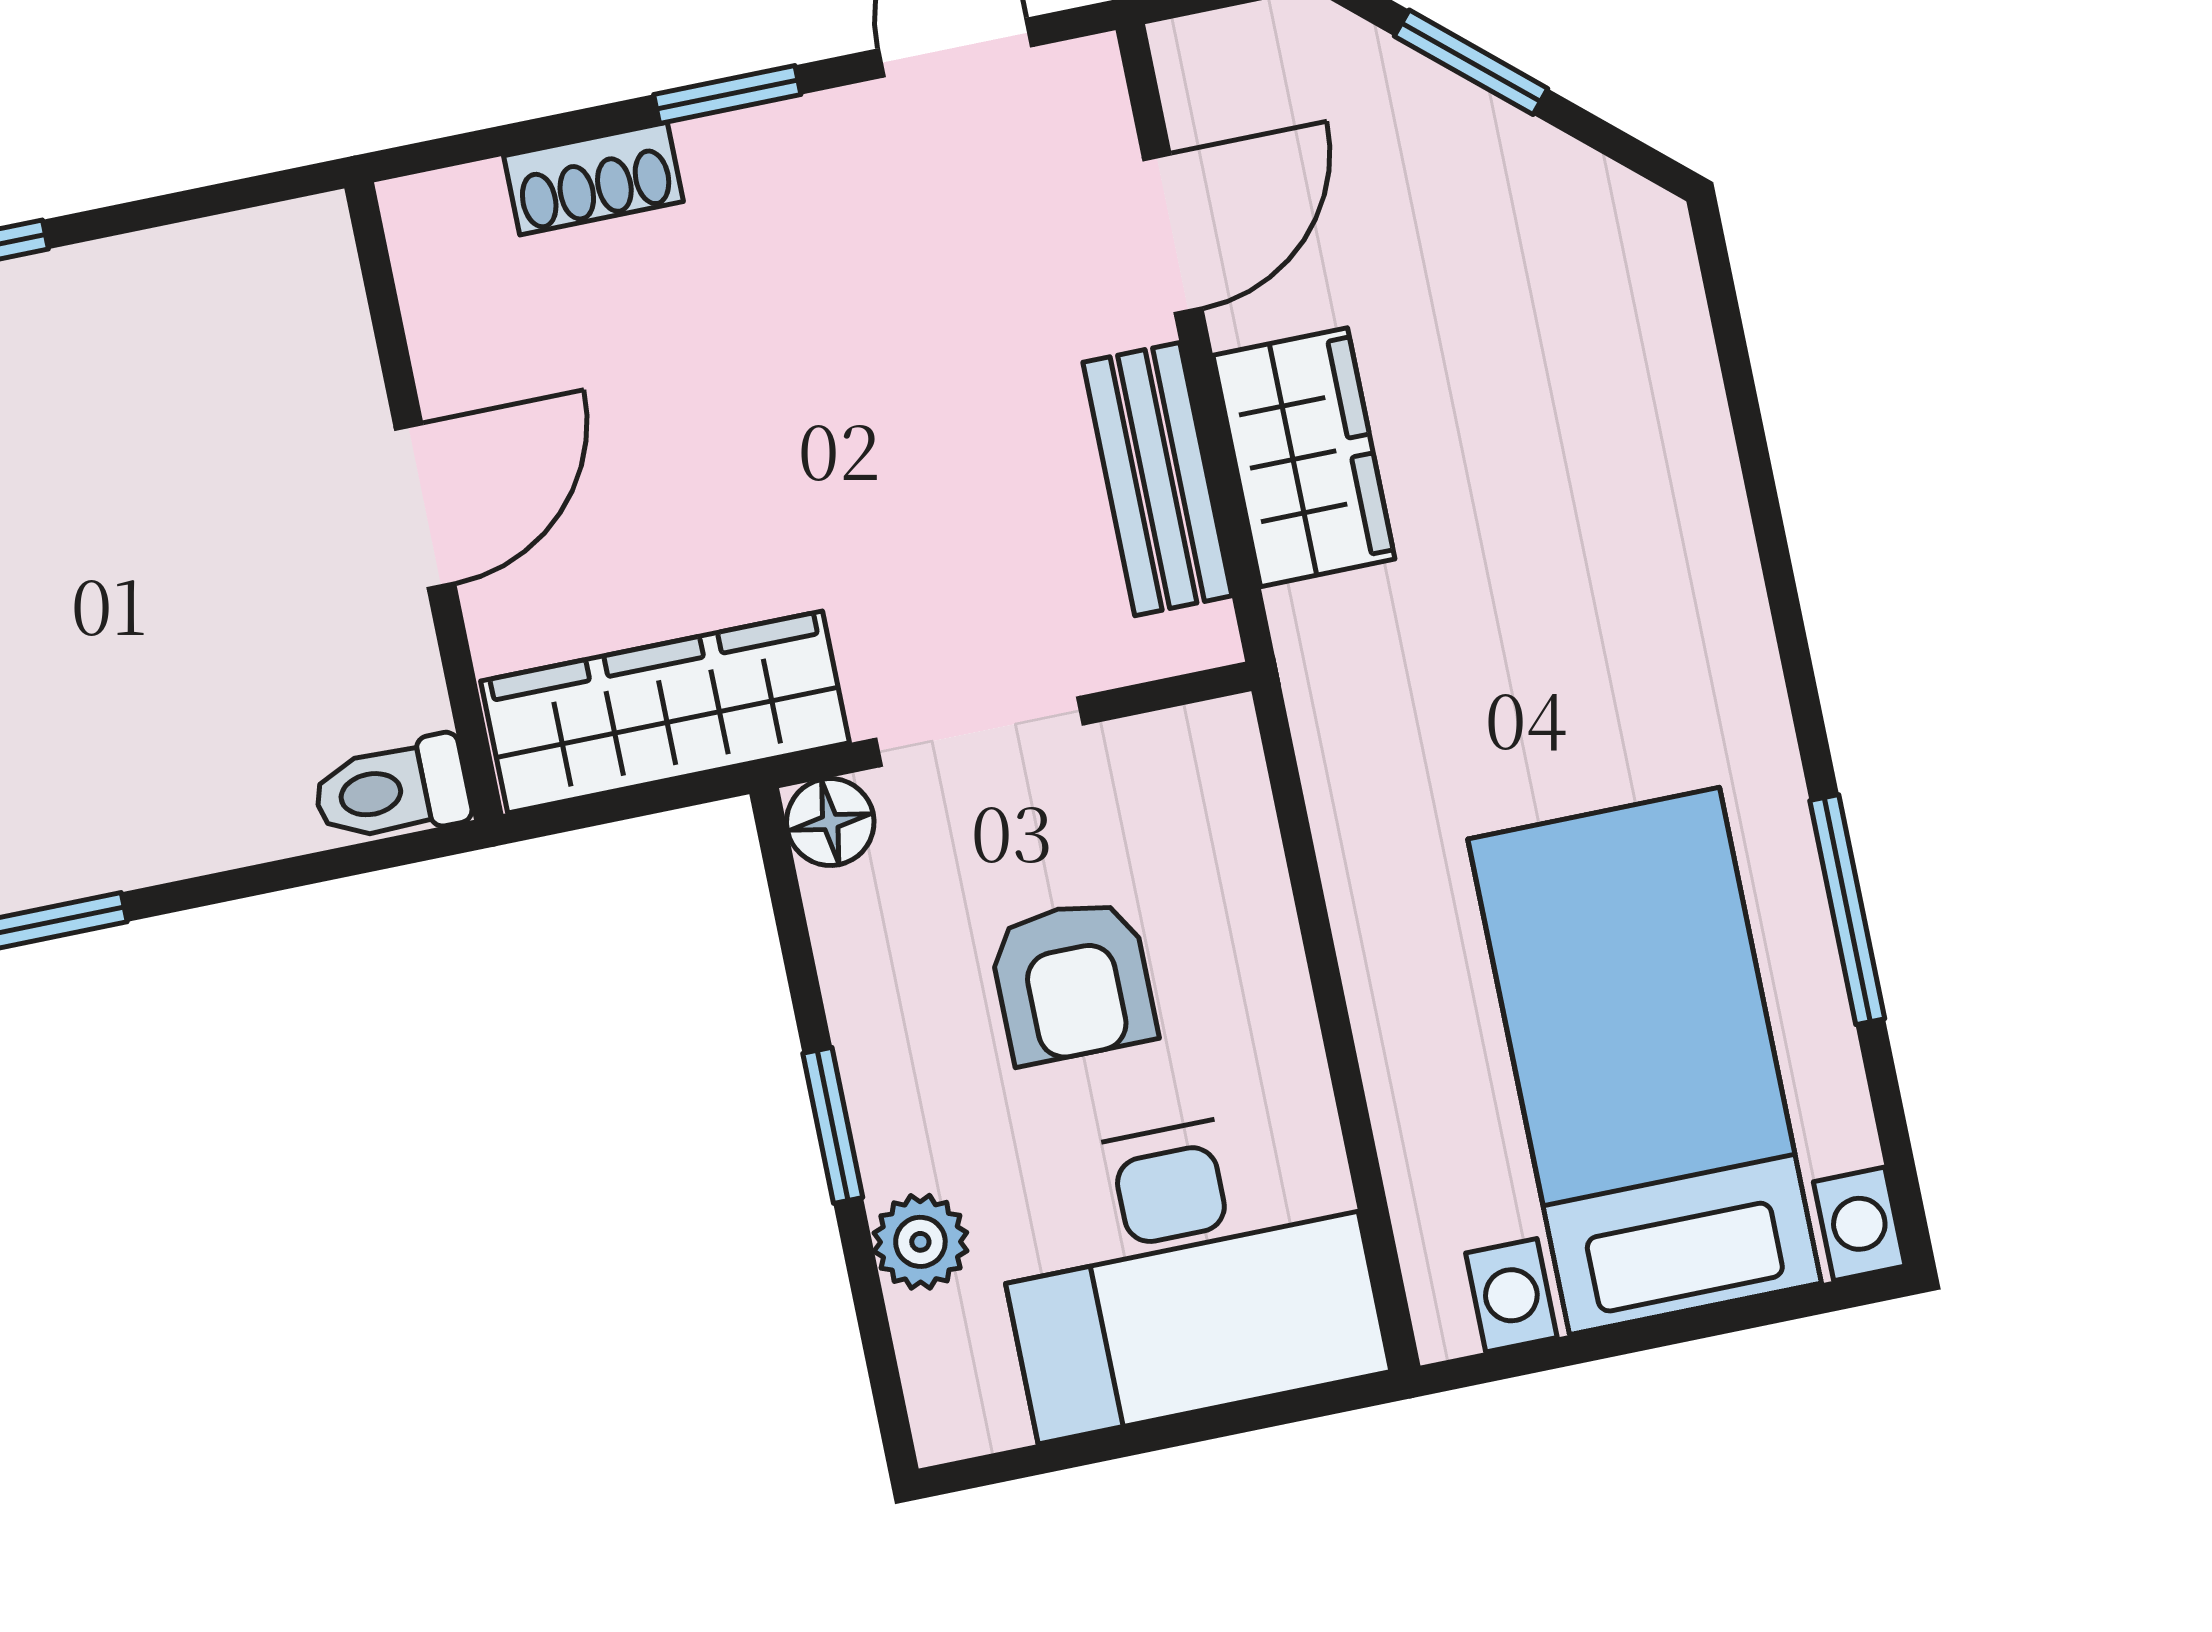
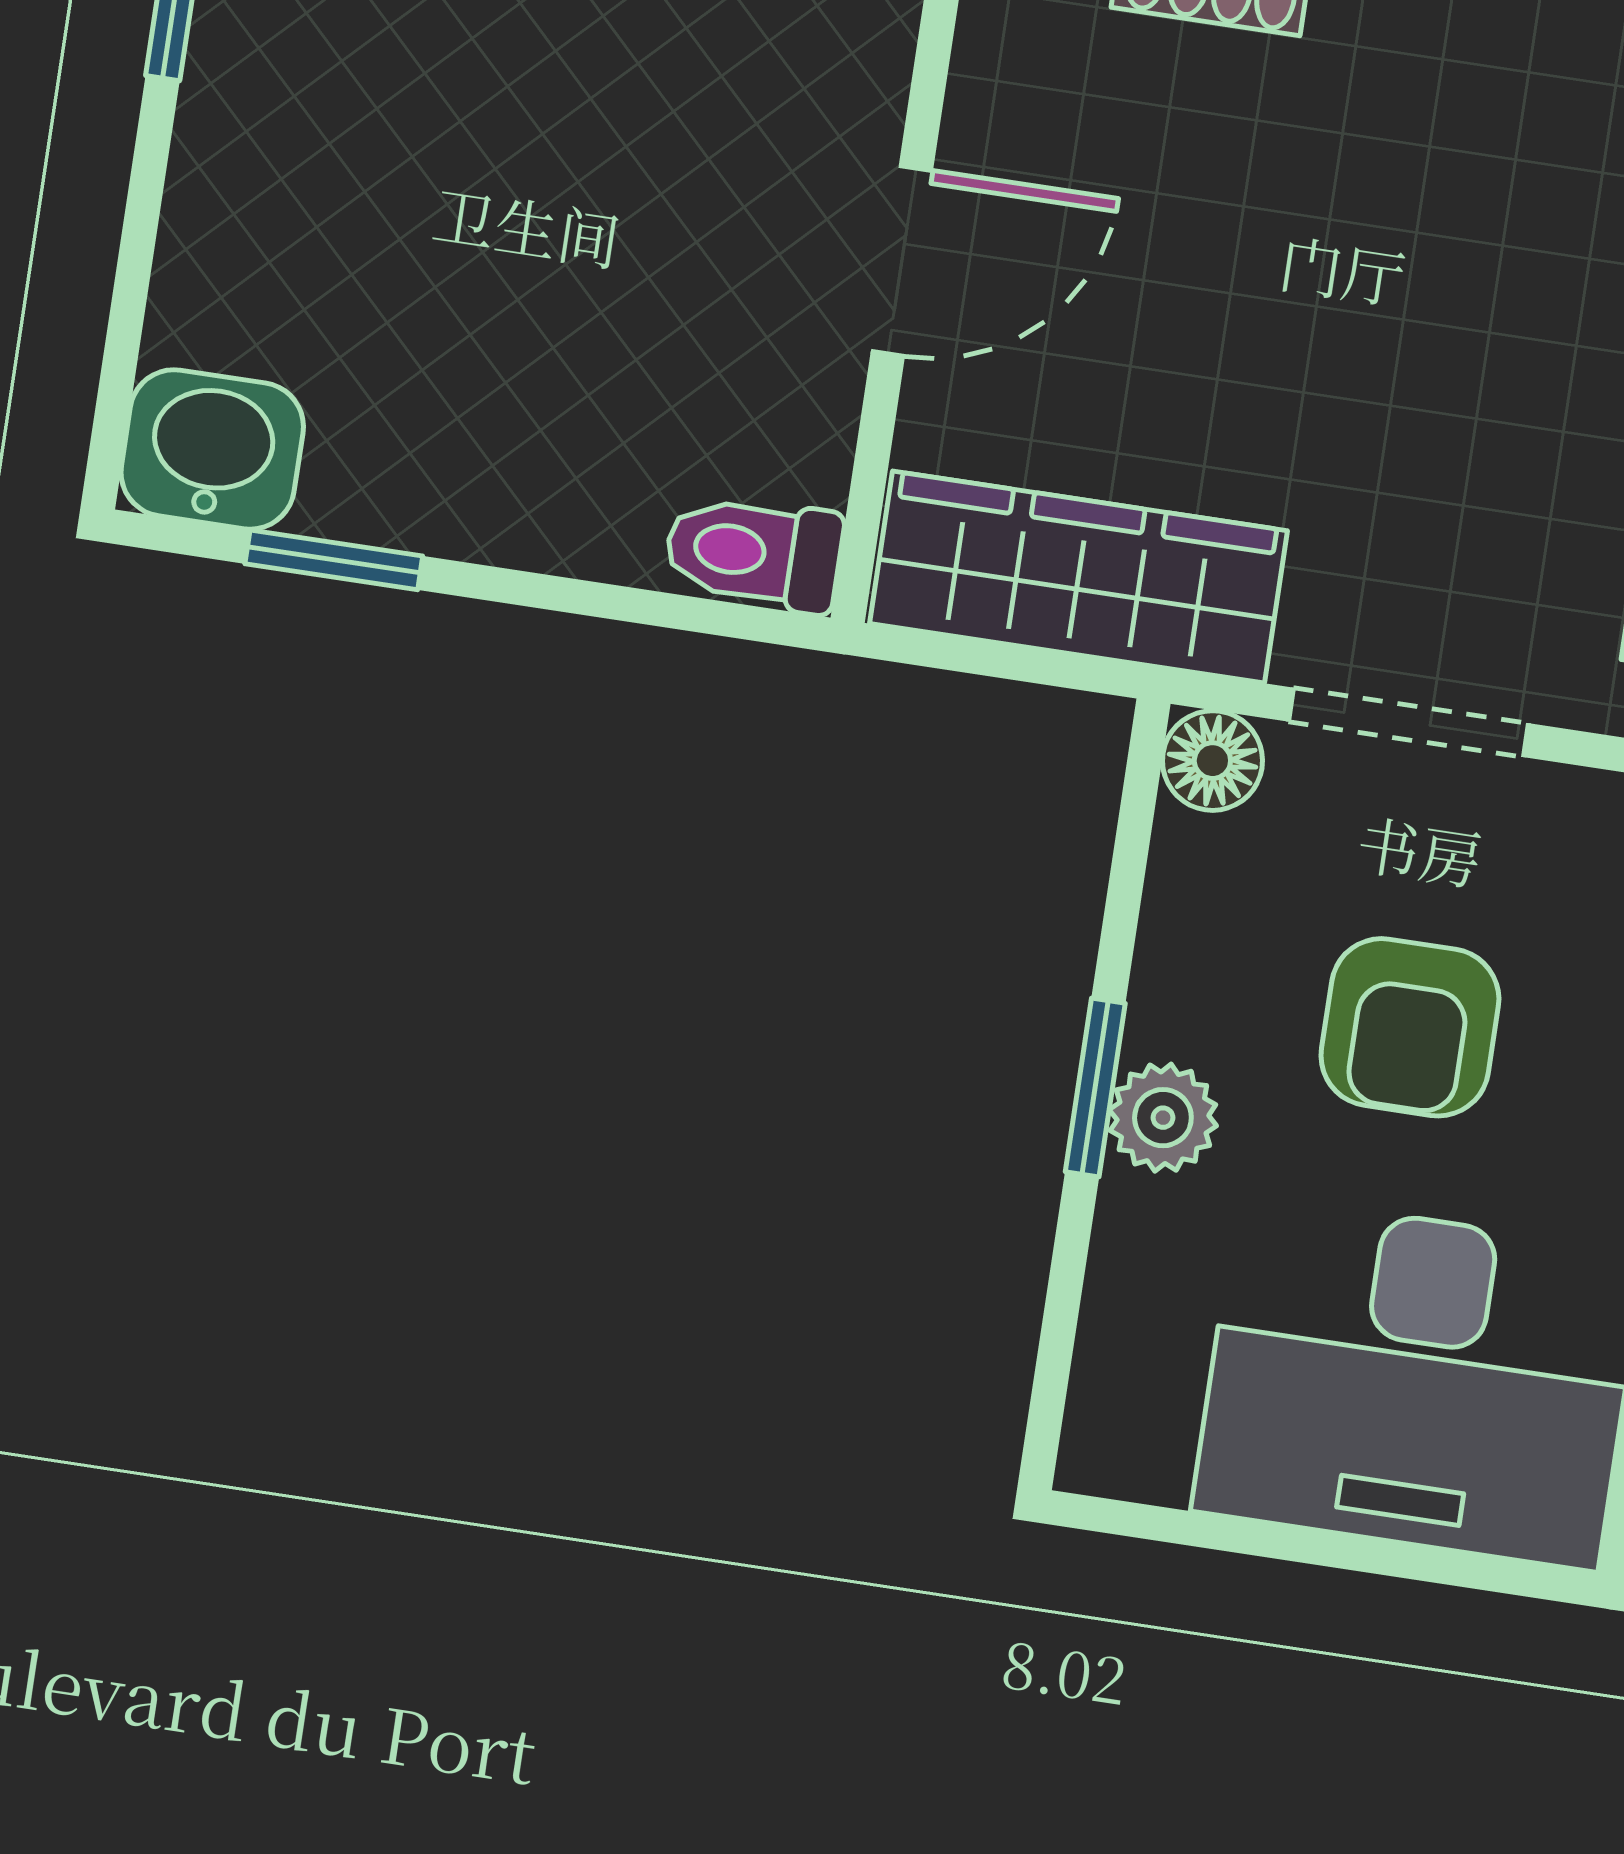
plant: (920, 1242) -> (1163, 1118), moved

